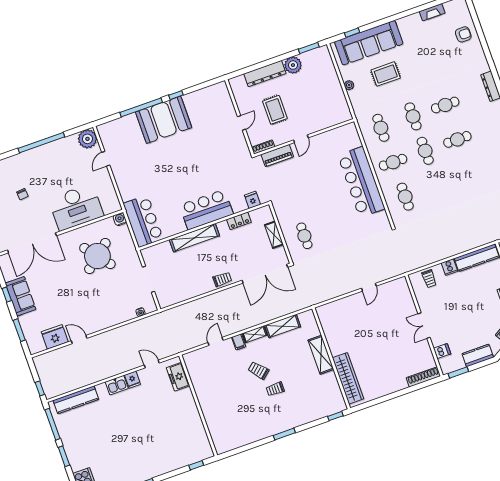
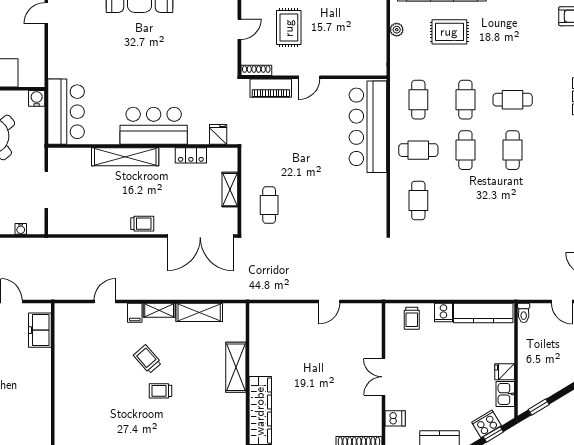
cafe table: (457, 139) -> (513, 150), turned 90
bar counter: (361, 182) -> (368, 127), moved

